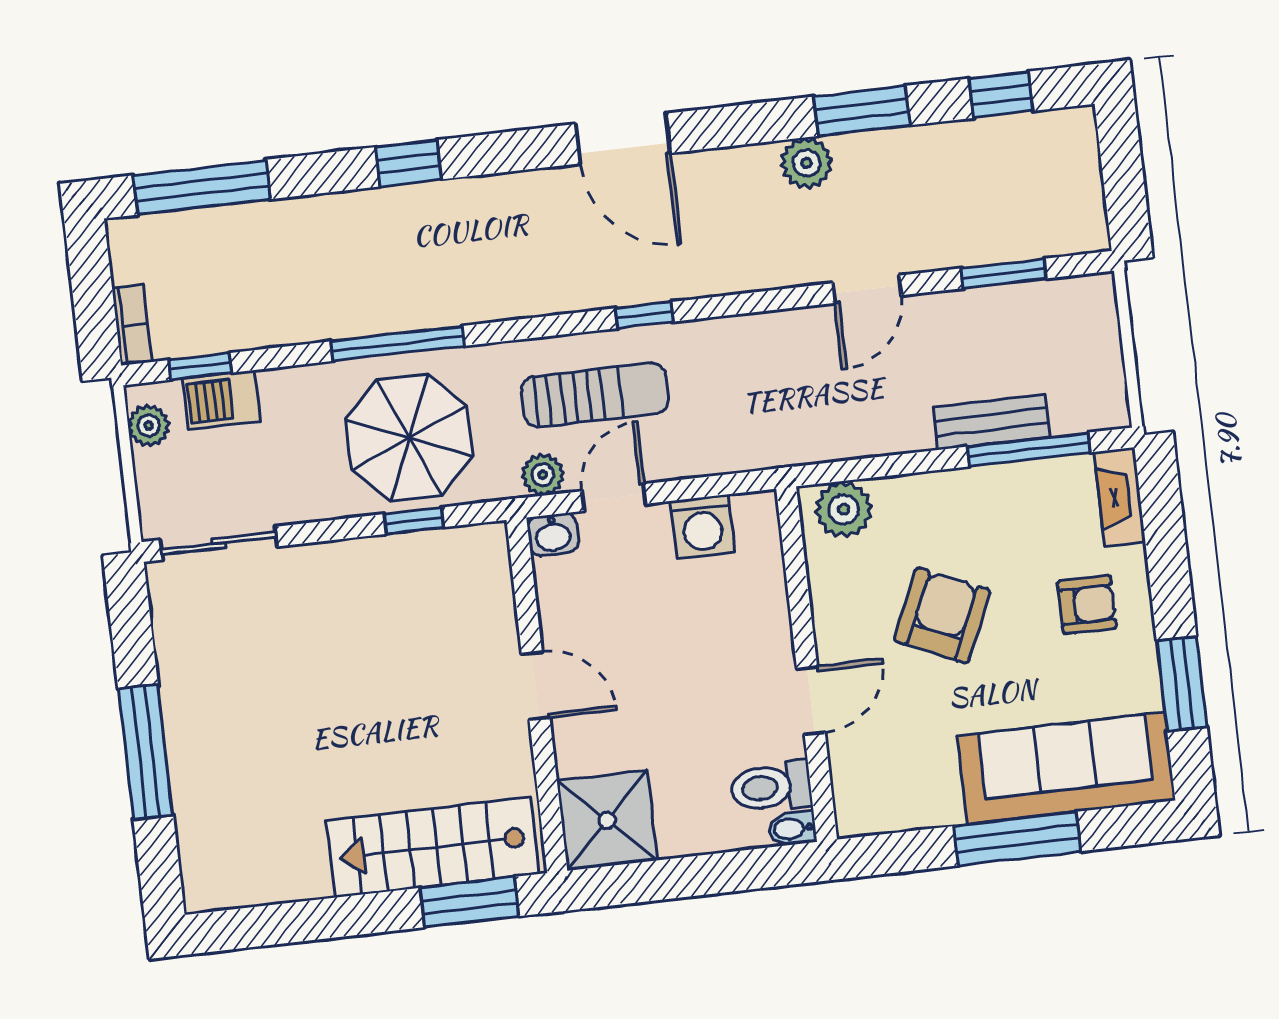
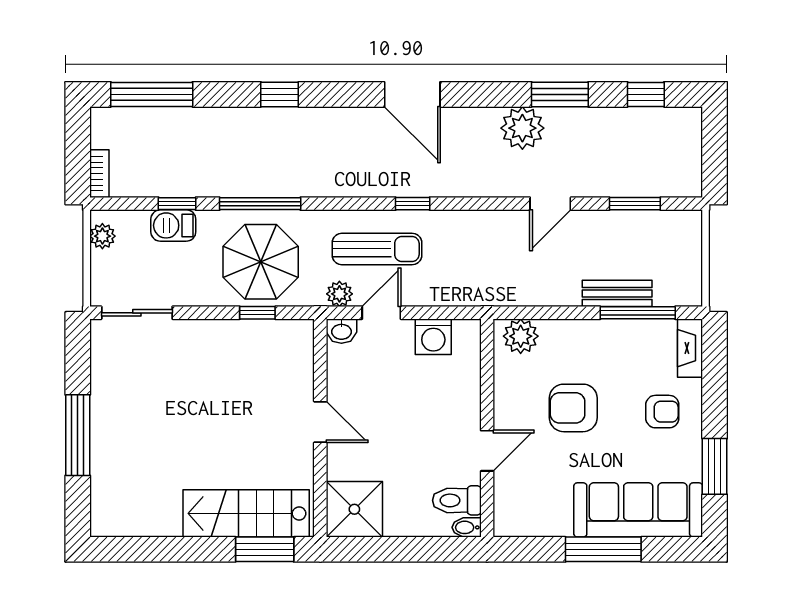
plant: (806, 163) -> (522, 128), width x1.36, depth x1.36
window: (200, 366) -> (177, 204), moved
barbecue: (221, 400) -> (173, 225), moved
armchair: (942, 615) -> (573, 408), turned -114

